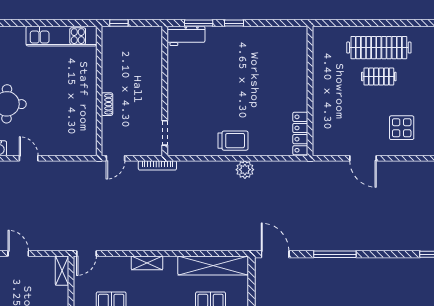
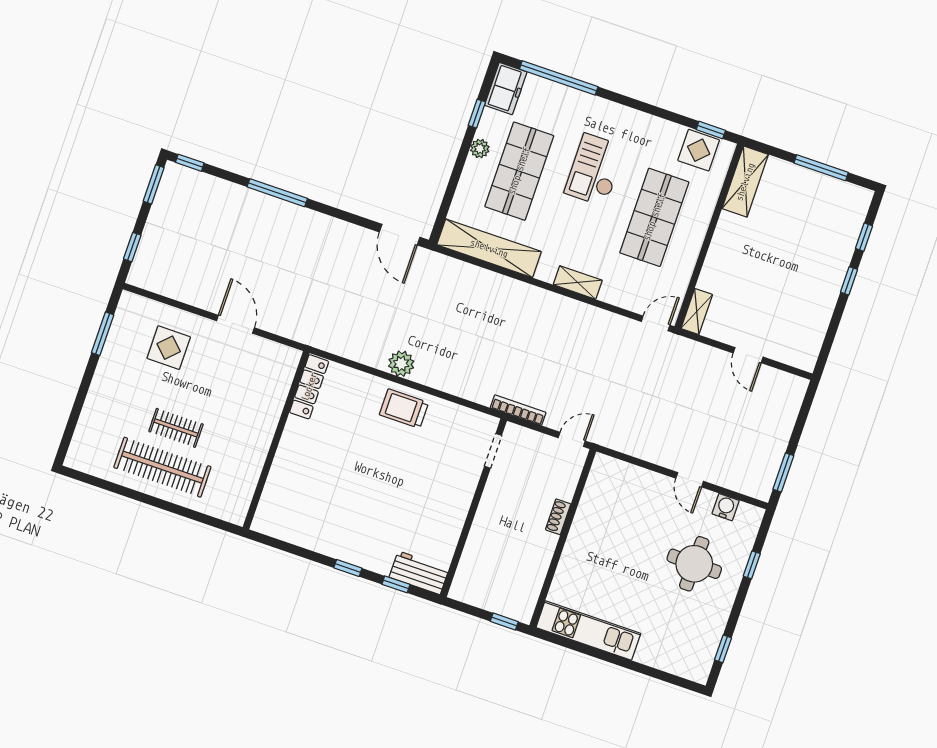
window: (199, 23) -> (396, 584), width x0.67
window: (335, 254) -> (277, 193), moved

